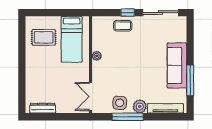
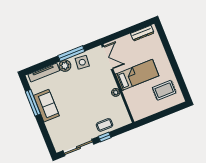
bed: (72, 39) -> (137, 75), moved, turned 90
sofa: (177, 65) -> (46, 106), width x0.73

